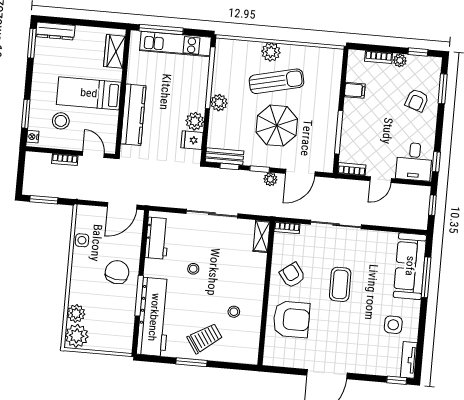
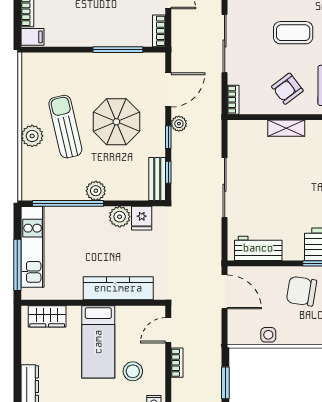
filing cabinet: (355, 90) -> (33, 37), moved, turned 90
door: (300, 173) -> (168, 90), hinge flipped
shelving: (262, 236) -> (286, 128), moved
stool: (193, 269) -> (290, 204), removed

